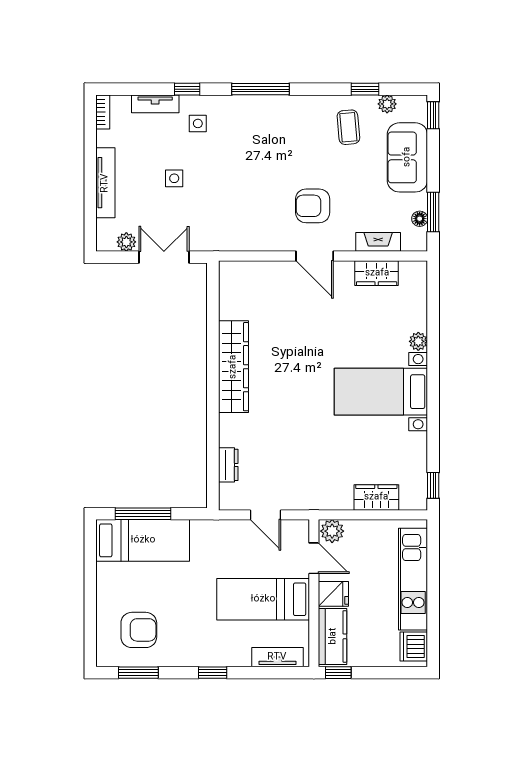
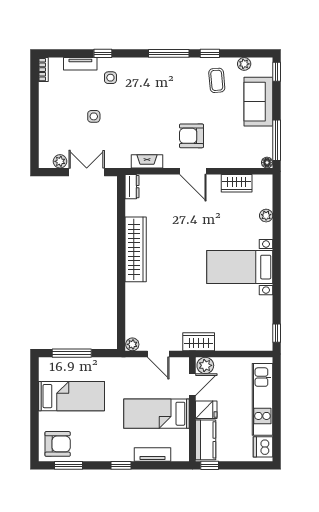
window: (260, 89) -> (169, 53), moved
window: (365, 89) -> (210, 53), moved
tv unit: (105, 183) -> (45, 119), removed
window: (433, 212) -> (277, 140), width x1.44
floor lamp: (420, 219) -> (267, 163), moved
fireplace: (378, 242) -> (147, 161), moved
plant: (418, 341) -> (266, 216), moved
dresser: (228, 465) -> (132, 187), moved
wardrobe: (376, 497) -> (199, 342), moved
plant: (229, 501) -> (132, 344), added
bed: (143, 540) -> (71, 396), moved
door: (314, 558) -> (192, 385), hinge flipped
armchair: (139, 630) -> (58, 444), moved
tv unit: (277, 657) -> (152, 455), moved

